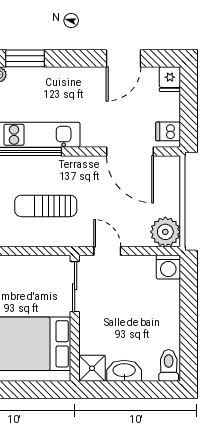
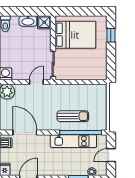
sun lounger: (46, 206) -> (73, 116), moved
door: (107, 251) -> (36, 82), swing flipped

